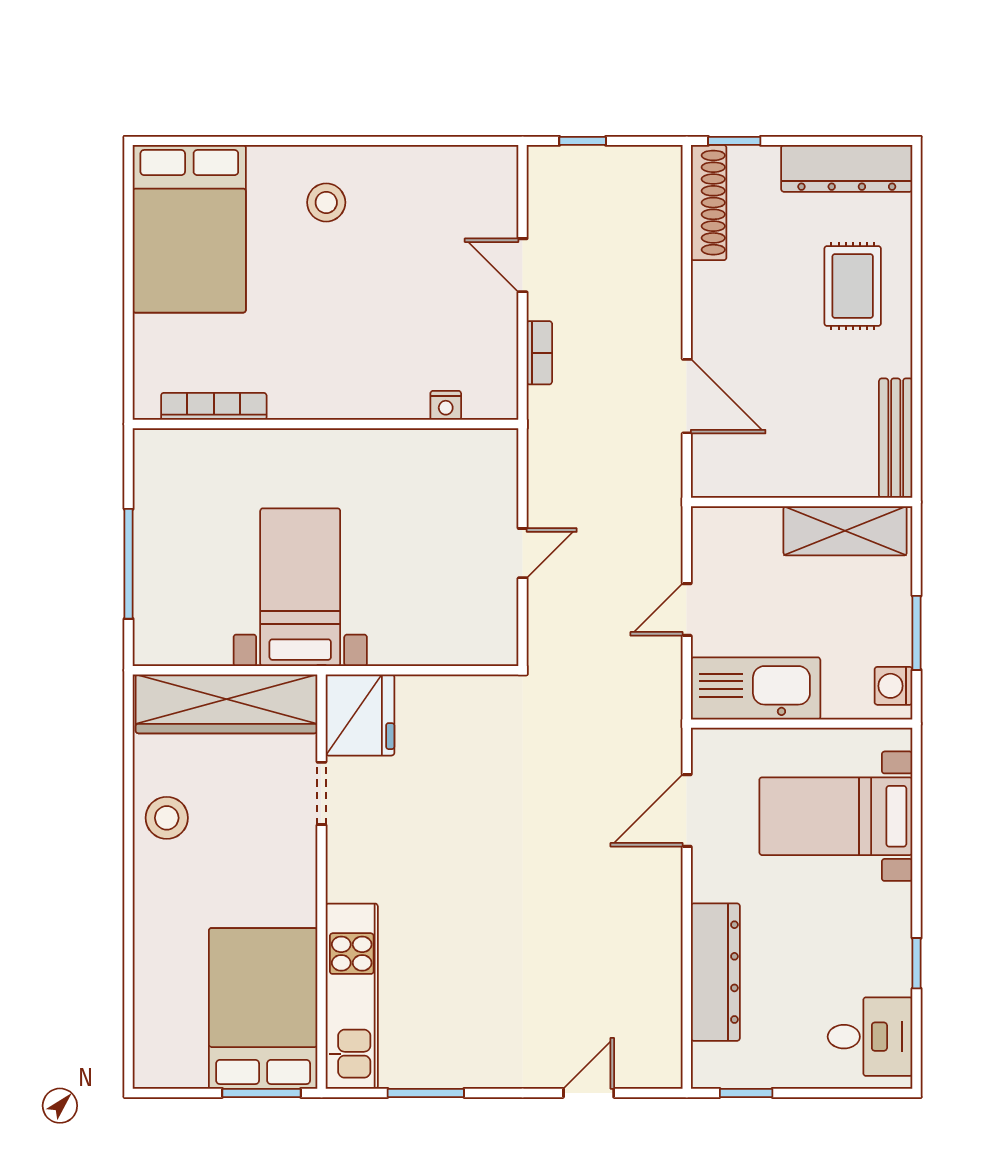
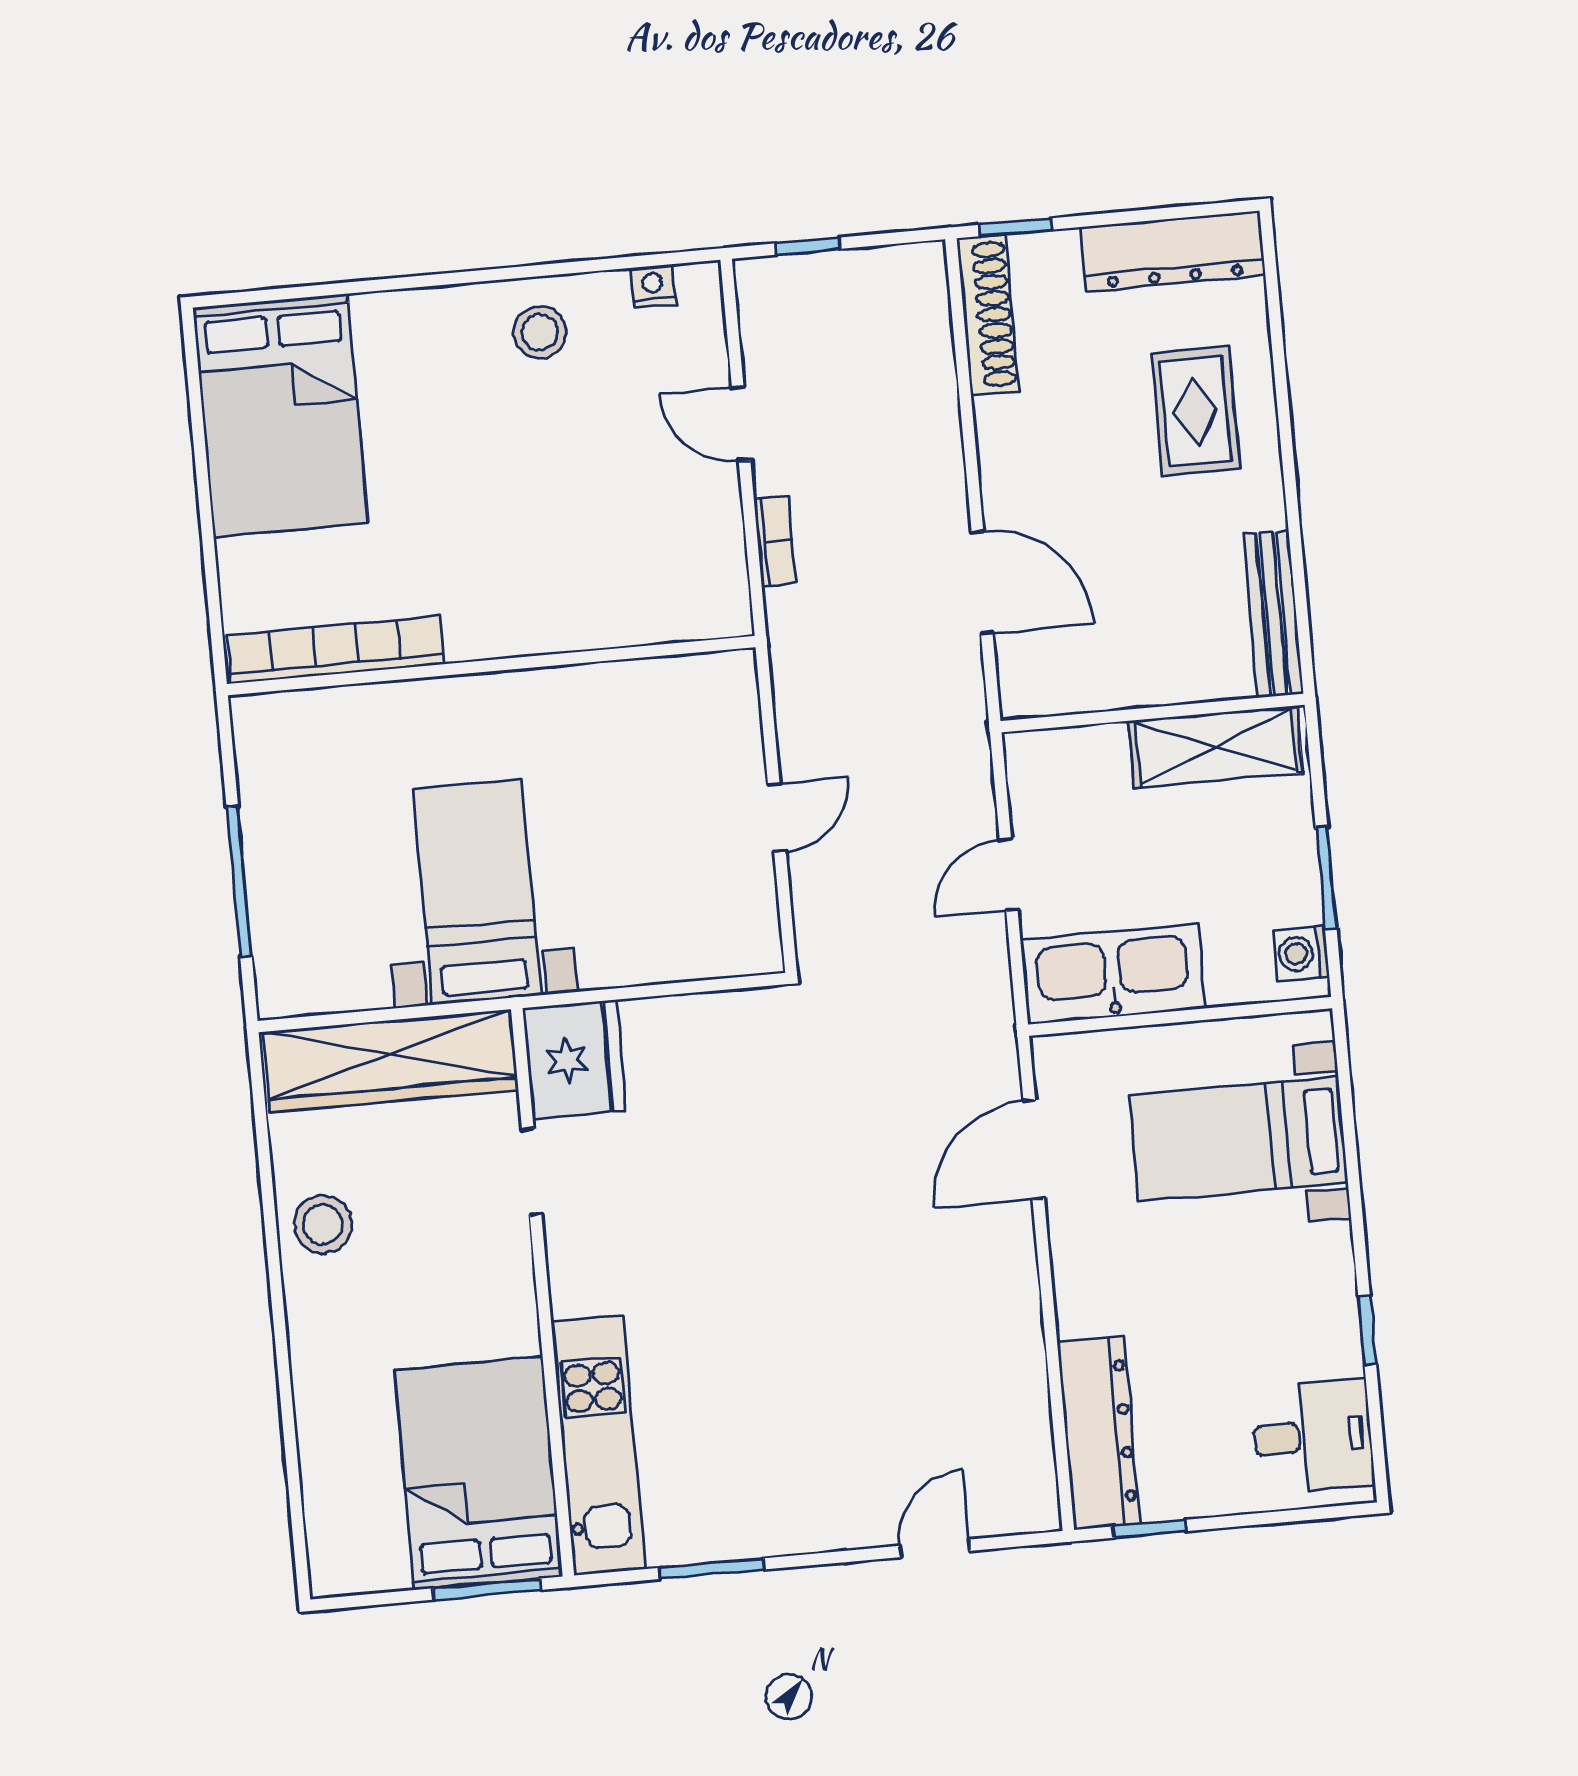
stool: (326, 202) -> (540, 332), moved
nightstand: (446, 405) -> (653, 286), moved, turned 180
bookcase: (214, 406) -> (336, 650), width x1.48, depth x1.31
dresser: (715, 972) -> (1099, 1433), moved

